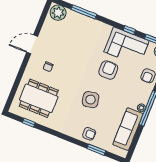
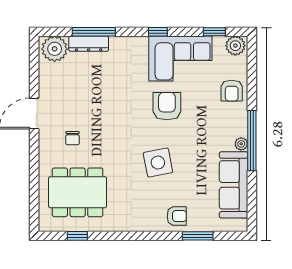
dresser: (78, 17) -> (89, 44), added
window: (129, 30) -> (158, 32), moved

